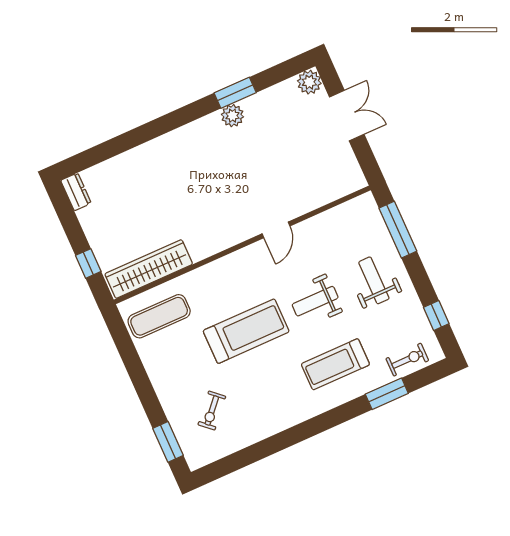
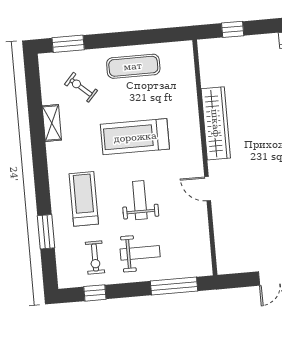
wardrobe: (149, 269) -> (216, 123), moved
exercise mat: (159, 316) -> (133, 66), moved, turned 90
treadmill: (246, 331) -> (135, 137), turned 90
exercise bike: (407, 360) -> (95, 258), moved
shelving: (263, 429) -> (52, 123), added

